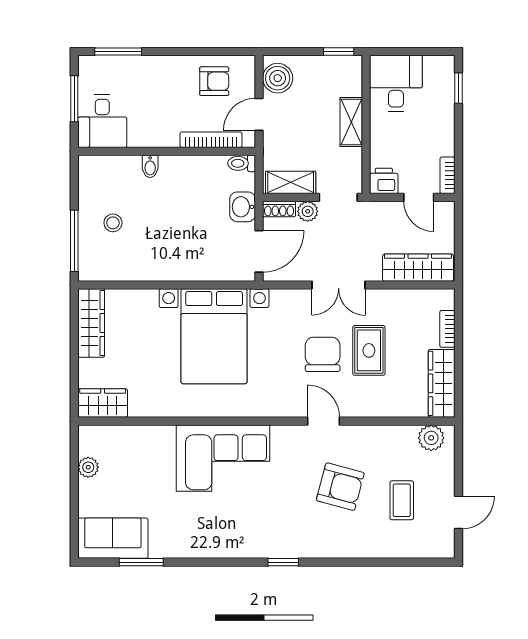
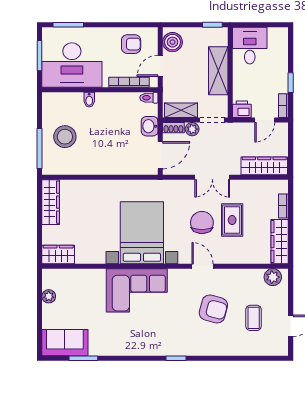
window: (458, 88) -> (291, 83), moved
desk: (102, 121) -> (72, 65), width x1.87, depth x1.30
shelving: (351, 122) -> (218, 71), width x1.50, depth x1.33
door: (419, 197) -> (265, 120), hinge flipped
stool: (113, 223) -> (65, 137), width x1.89, depth x1.89
bed with nightstands: (214, 336) -> (142, 233), moved, turned 180

